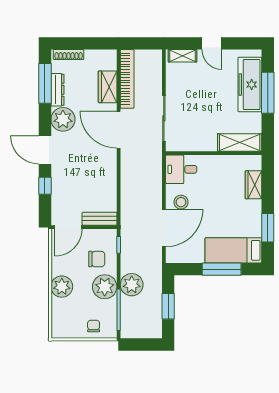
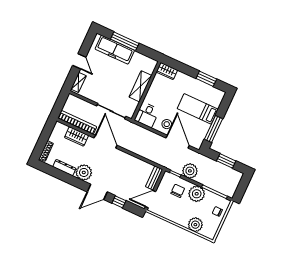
door: (212, 43) -> (79, 61), hinge flipped
window: (45, 83) -> (57, 173), removed
door: (119, 130) -> (106, 142), swing flipped
shelving: (240, 143) -> (140, 86), moved
wardrobe: (254, 185) -> (167, 71), moved
door: (68, 227) -> (150, 199), swing flipped
bed: (233, 250) -> (198, 109), moved, turned 90
window: (222, 269) -> (213, 129), moved
plant: (132, 285) -> (190, 171), moved
plant: (62, 287) -> (195, 225), moved

